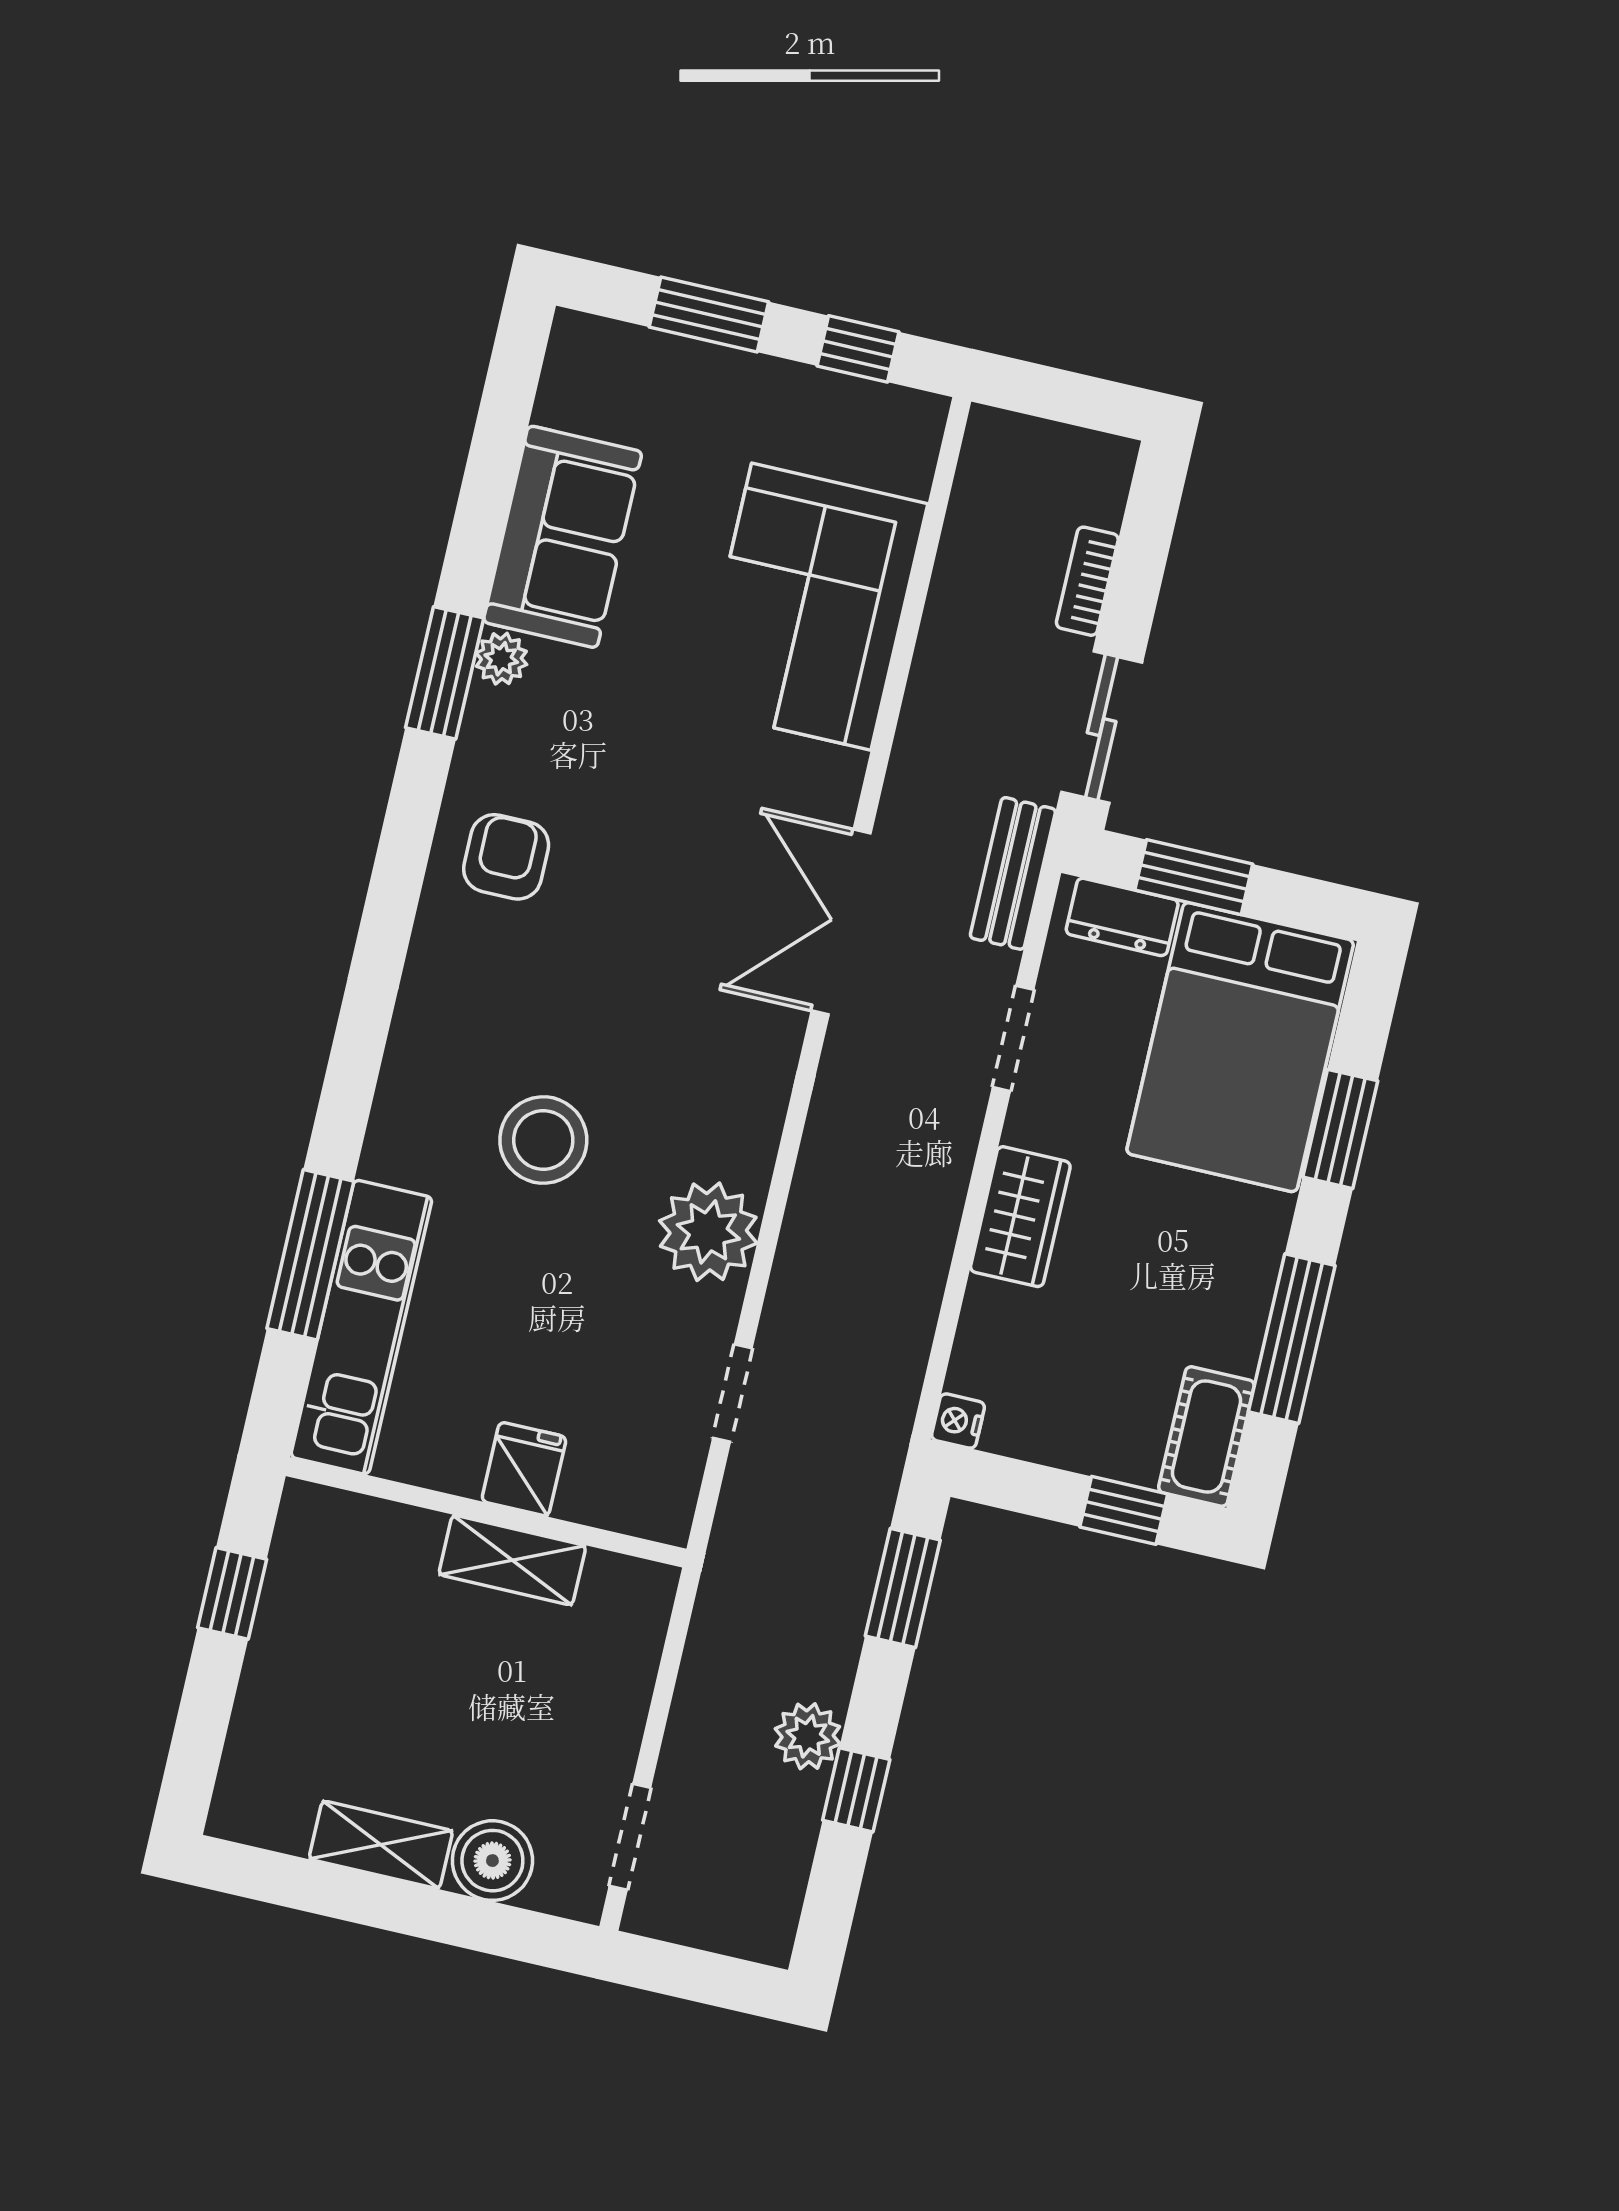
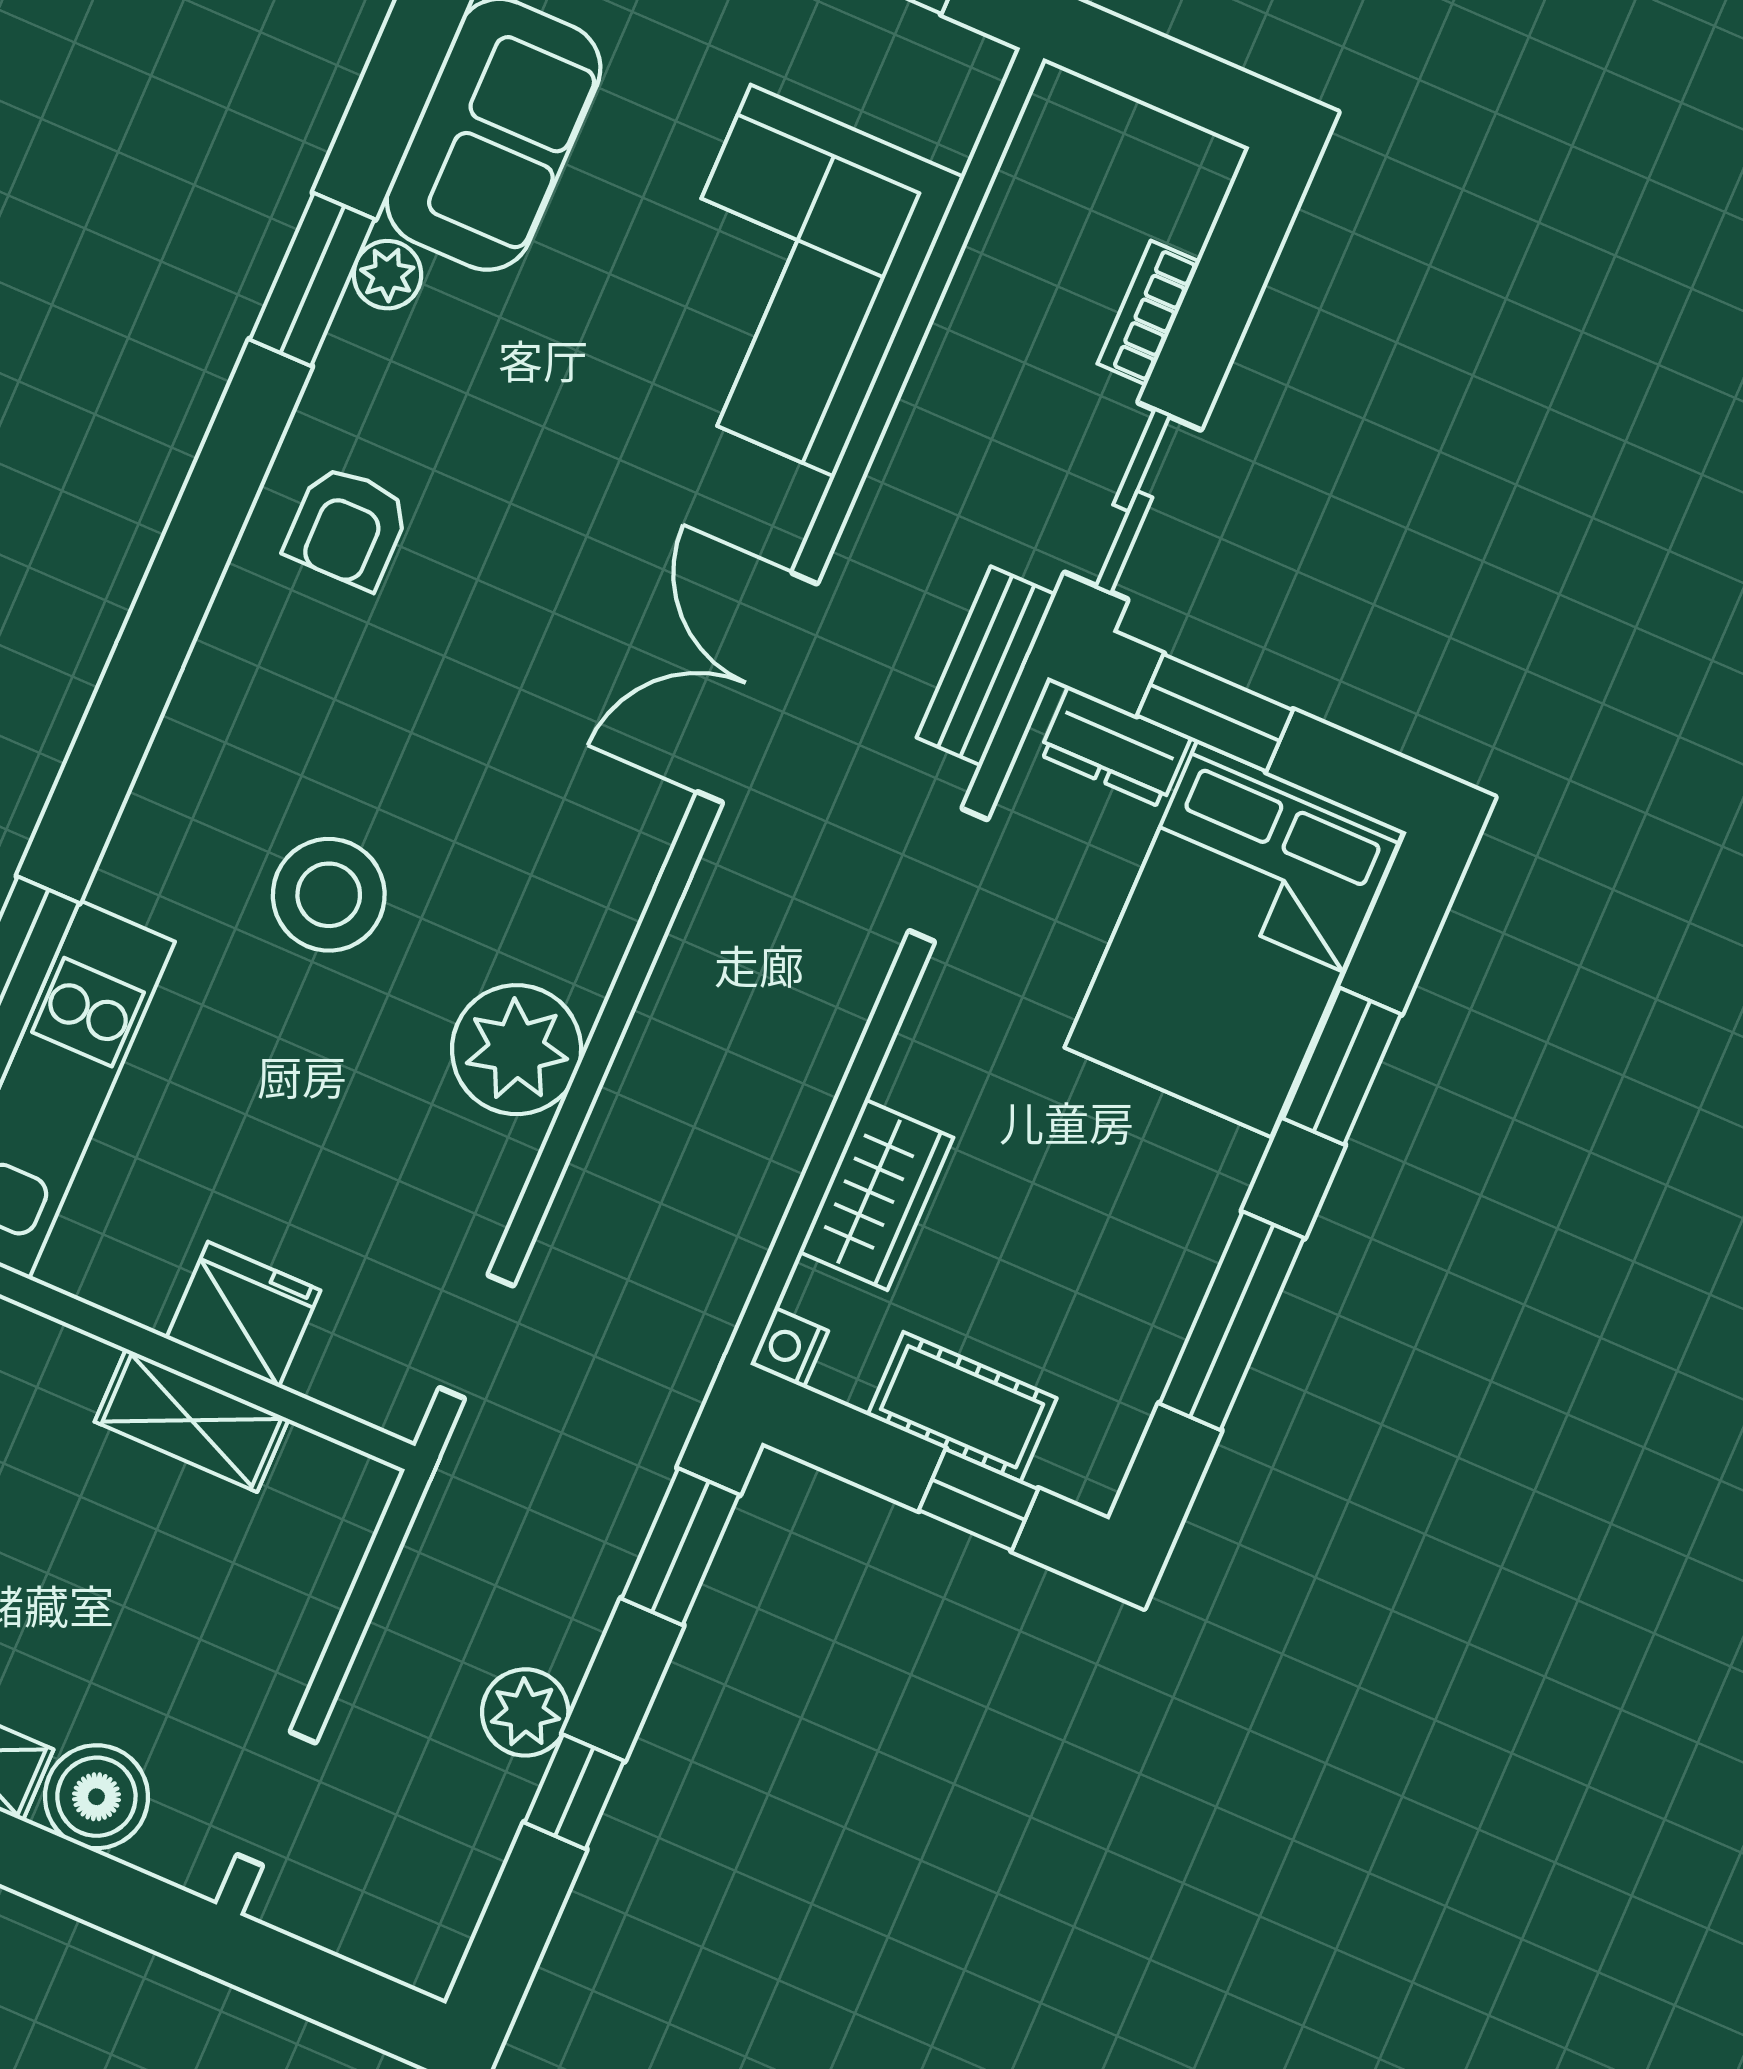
armchair: (506, 857) -> (347, 527), turned 180
wardrobe: (1020, 1217) -> (876, 1195), moved
doorway: (732, 1393) -> (476, 1337), moved
cot: (1206, 1437) -> (962, 1407), moved, turned 90
fridge: (524, 1469) -> (243, 1314), width x1.38

